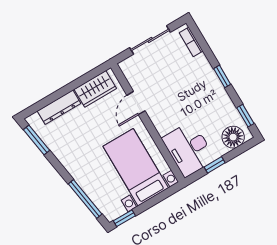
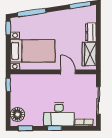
dresser: (59, 107) -> (91, 32), width x0.70
desk: (189, 149) -> (59, 114), moved, turned 180
window: (215, 165) -> (8, 85), moved

